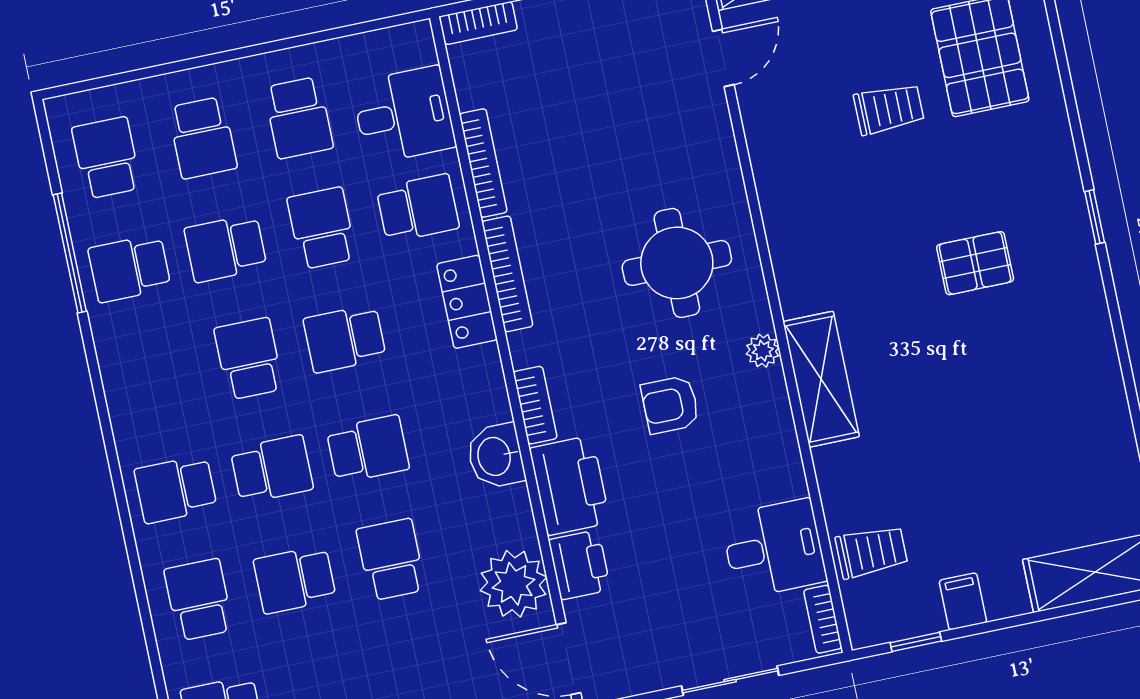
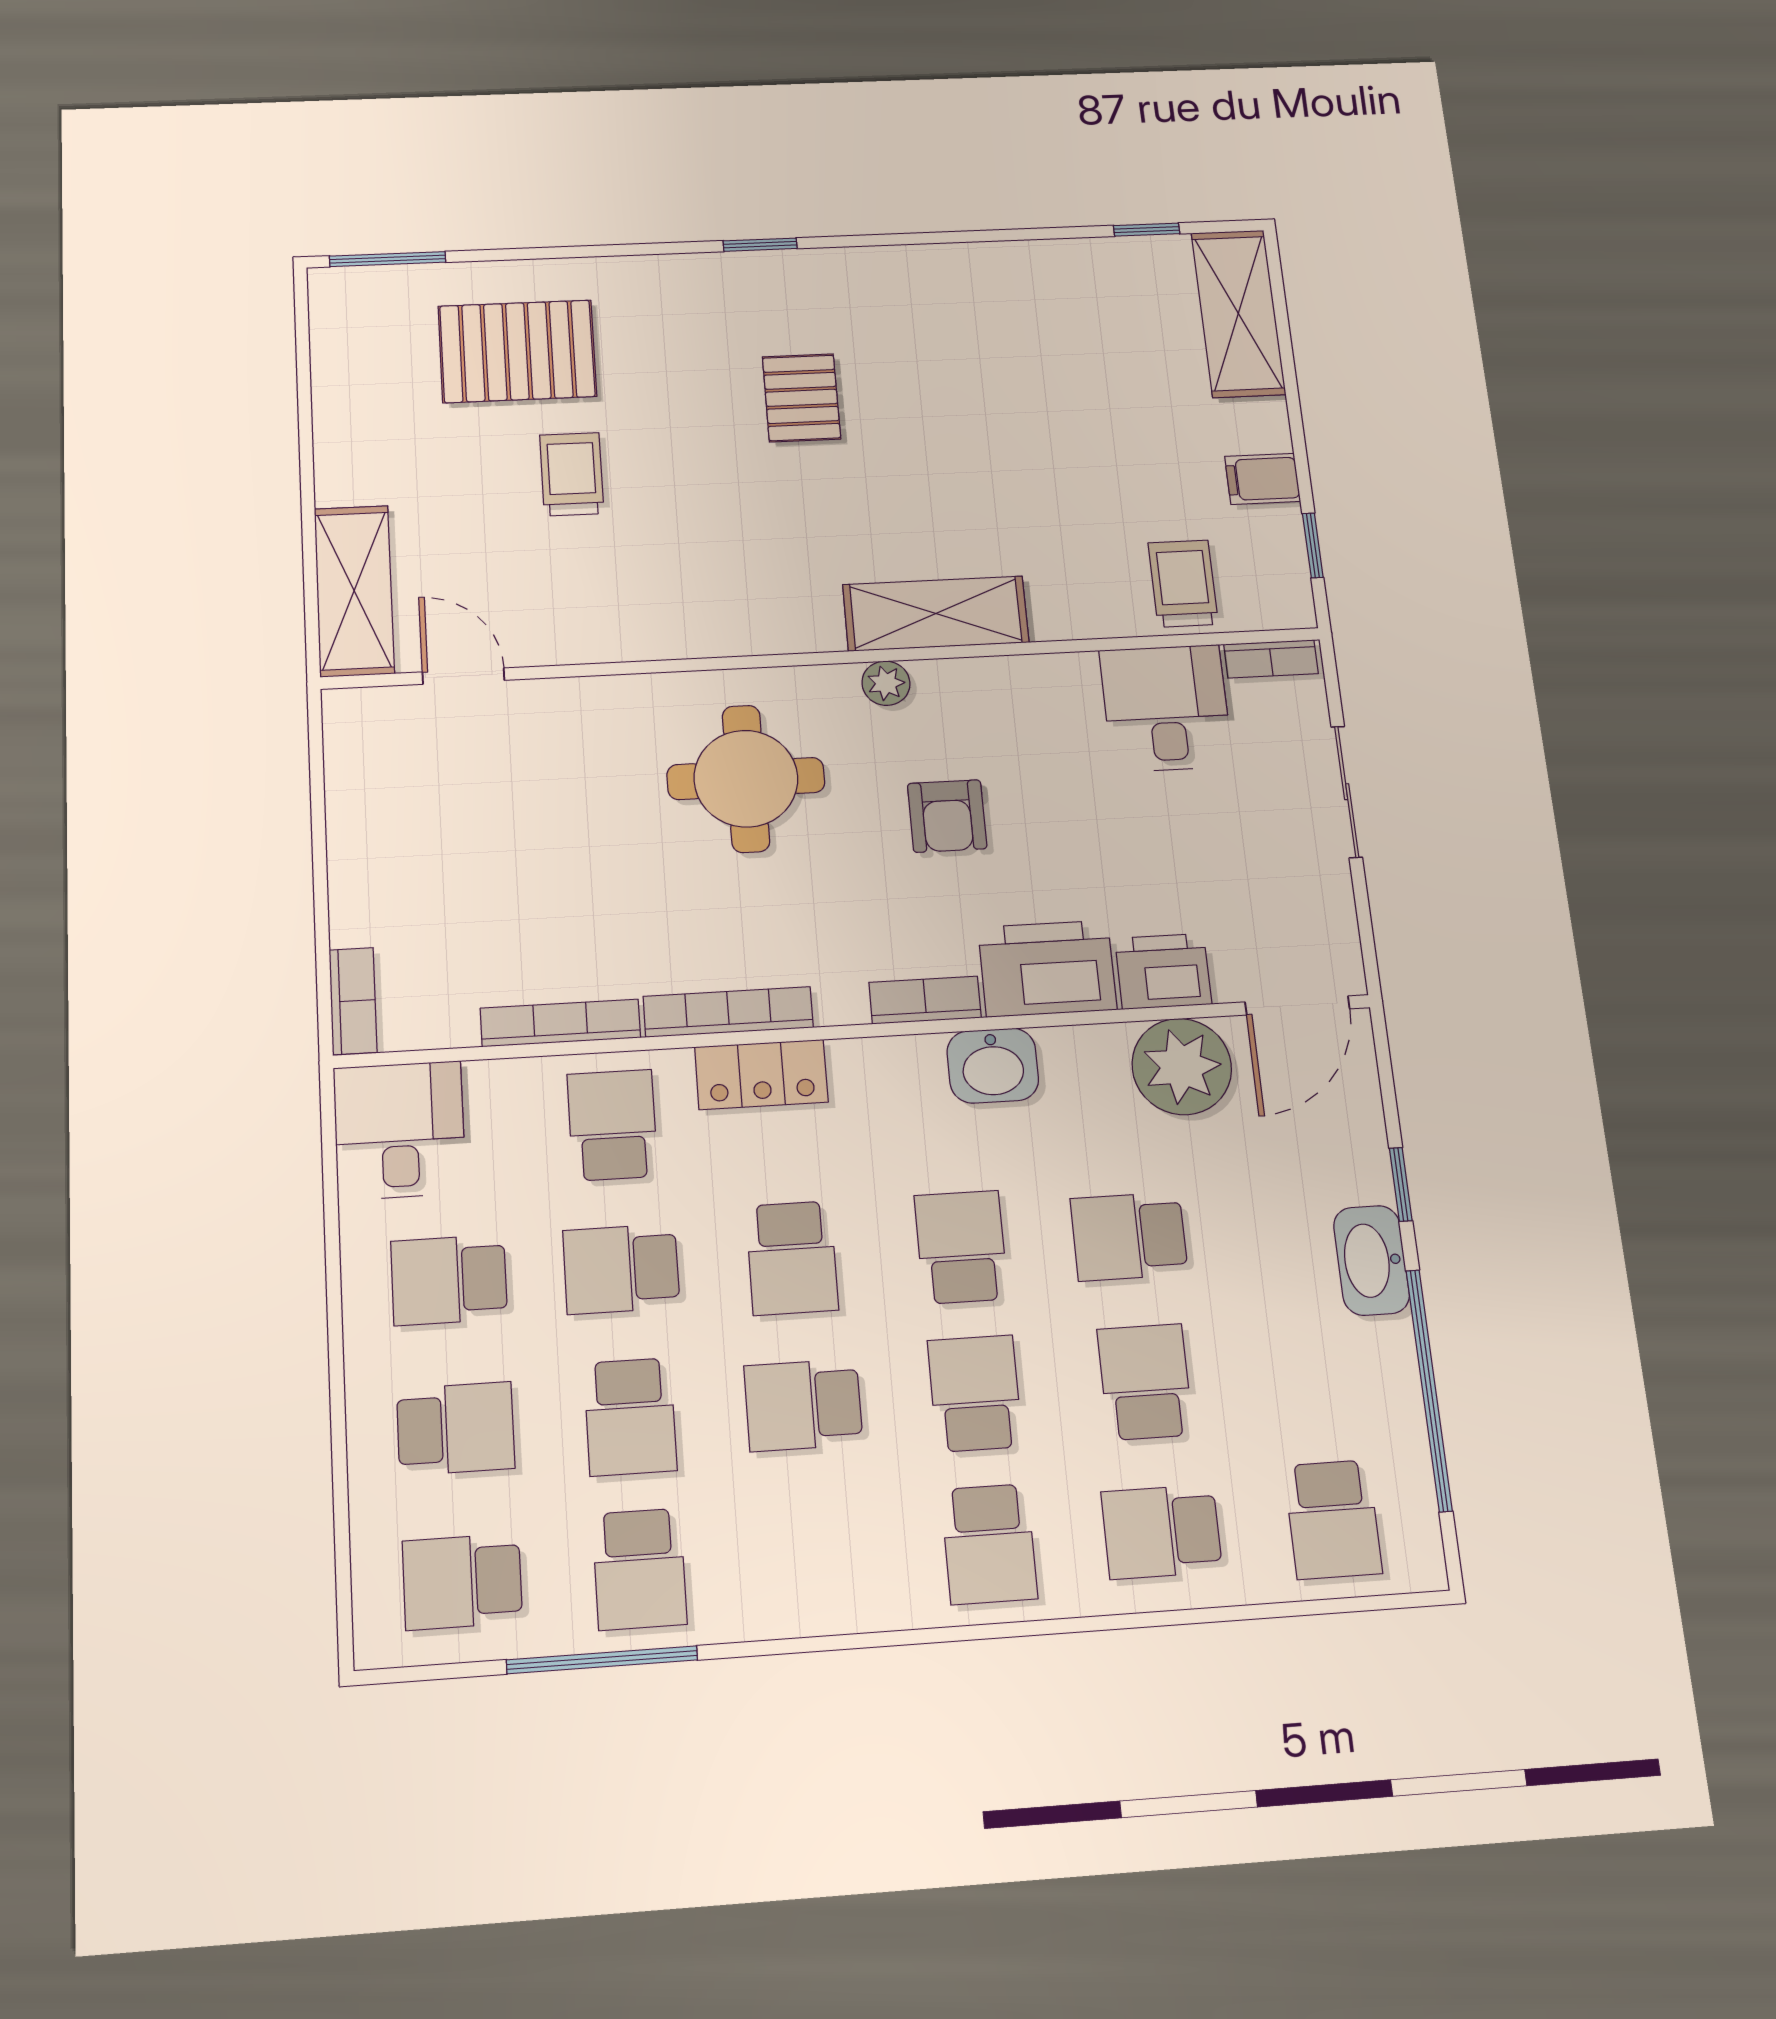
desk: (404, 115) -> (399, 1130), moved
school desk: (299, 118) -> (449, 1280), turned 180
school desk: (295, 580) -> (1145, 1382), turned 180

